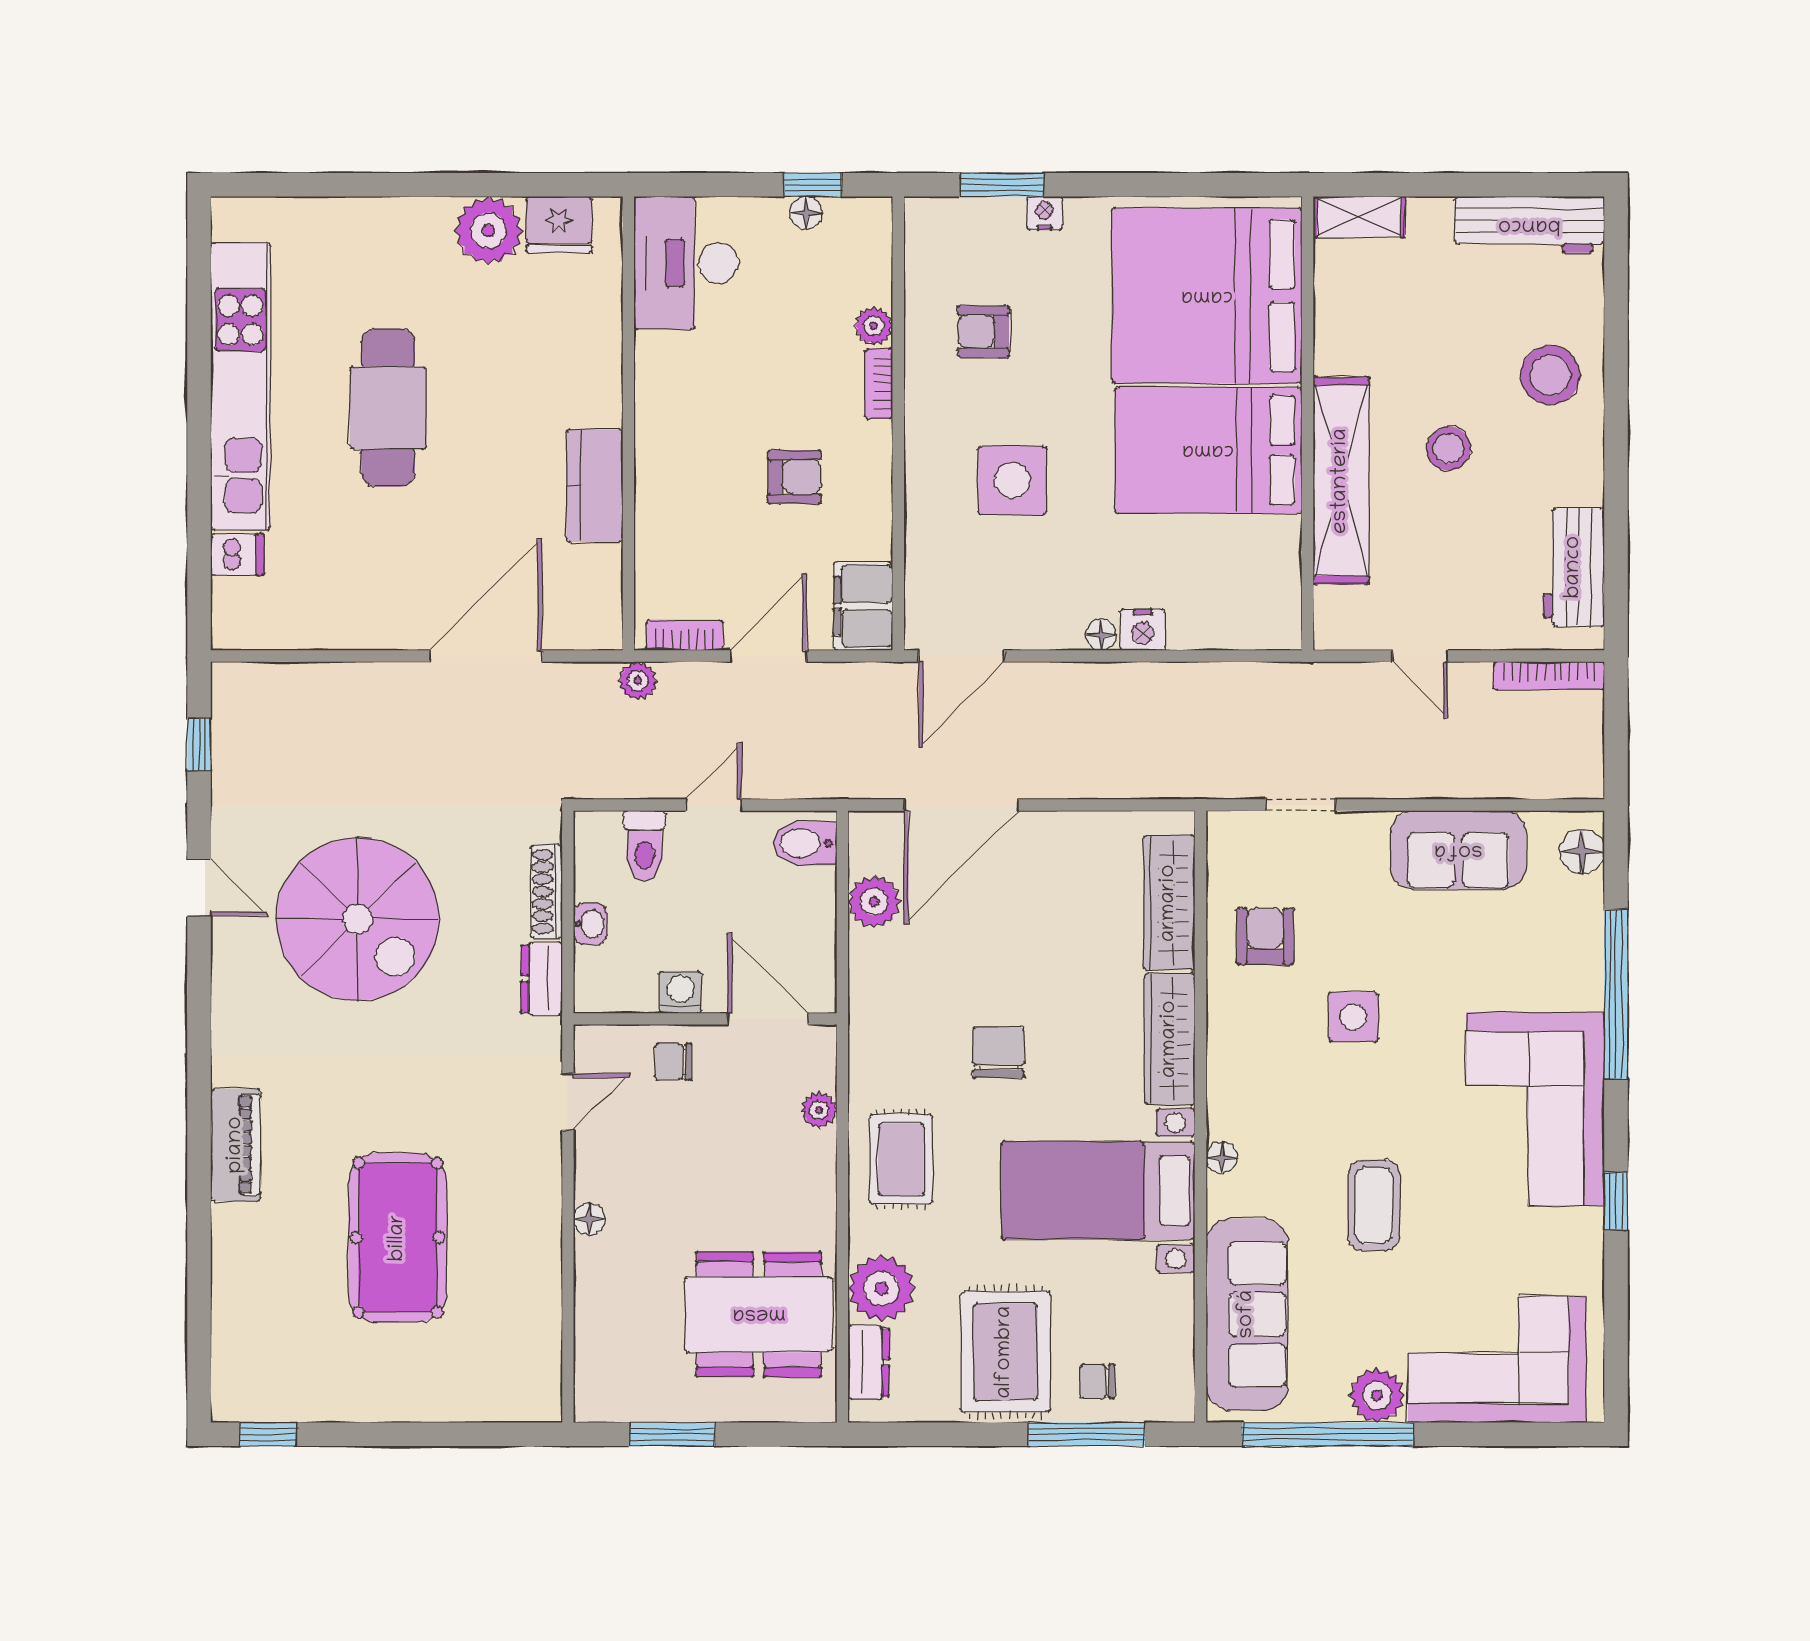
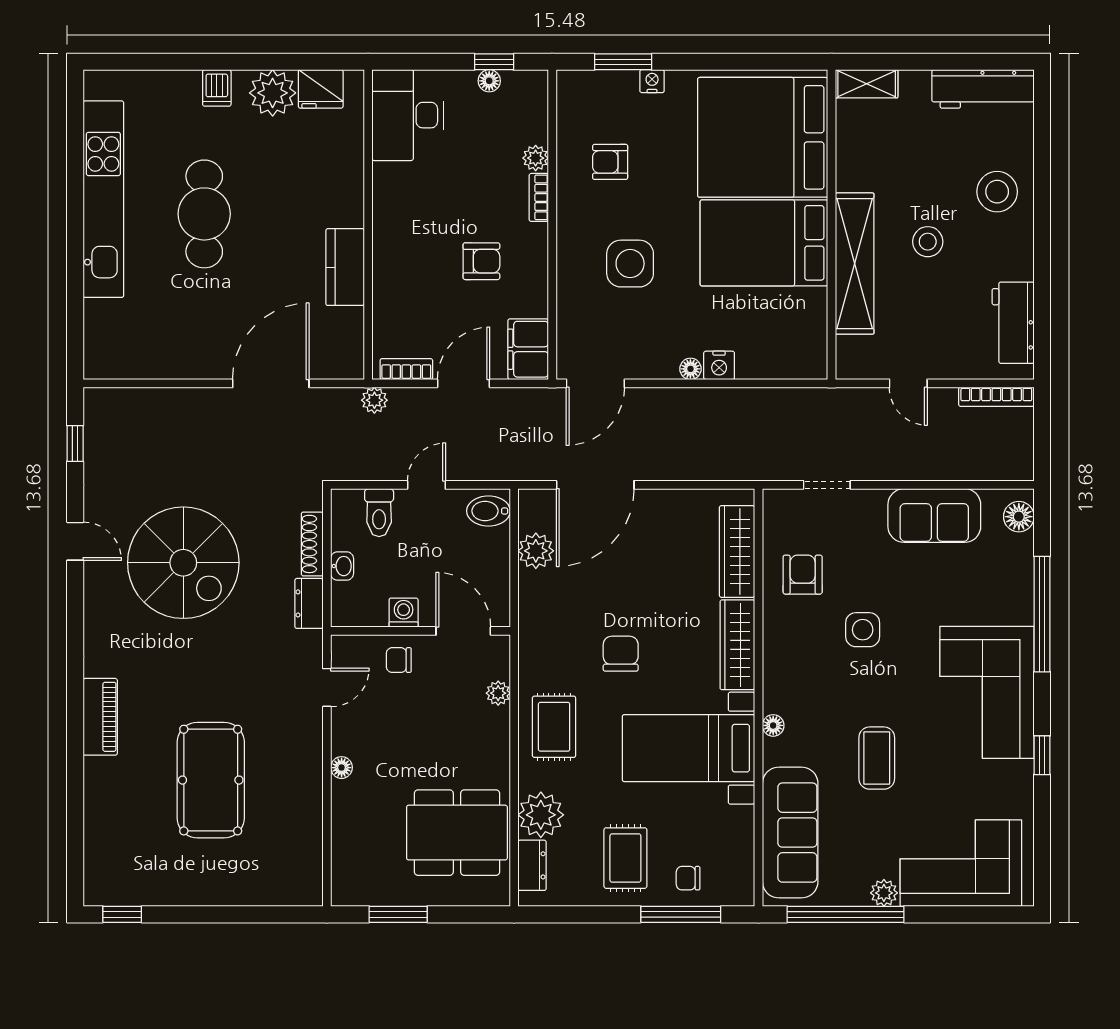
dishwasher: (237, 555) -> (217, 88), moved, turned 90
rug: (1005, 1352) -> (625, 858), width x0.73, depth x0.70
plant: (1377, 1395) -> (884, 893), width x0.73, depth x0.73

